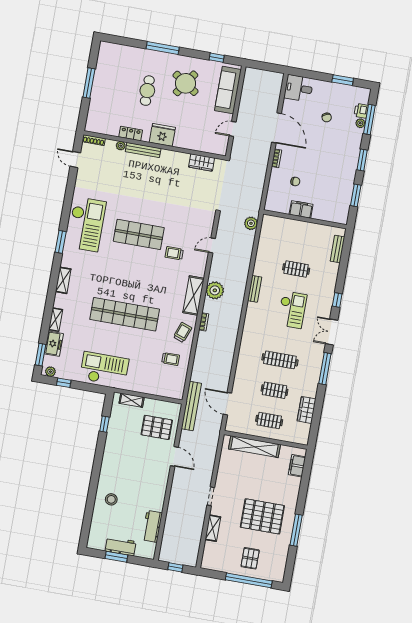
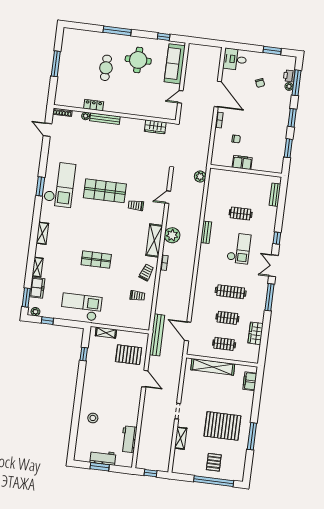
round table: (186, 83) -> (138, 60), turned -34
fridge: (162, 135) -> (121, 105), removed
window: (61, 242) -> (40, 186), moved
shop shelf: (125, 314) -> (96, 260), width x0.50, depth x0.74

